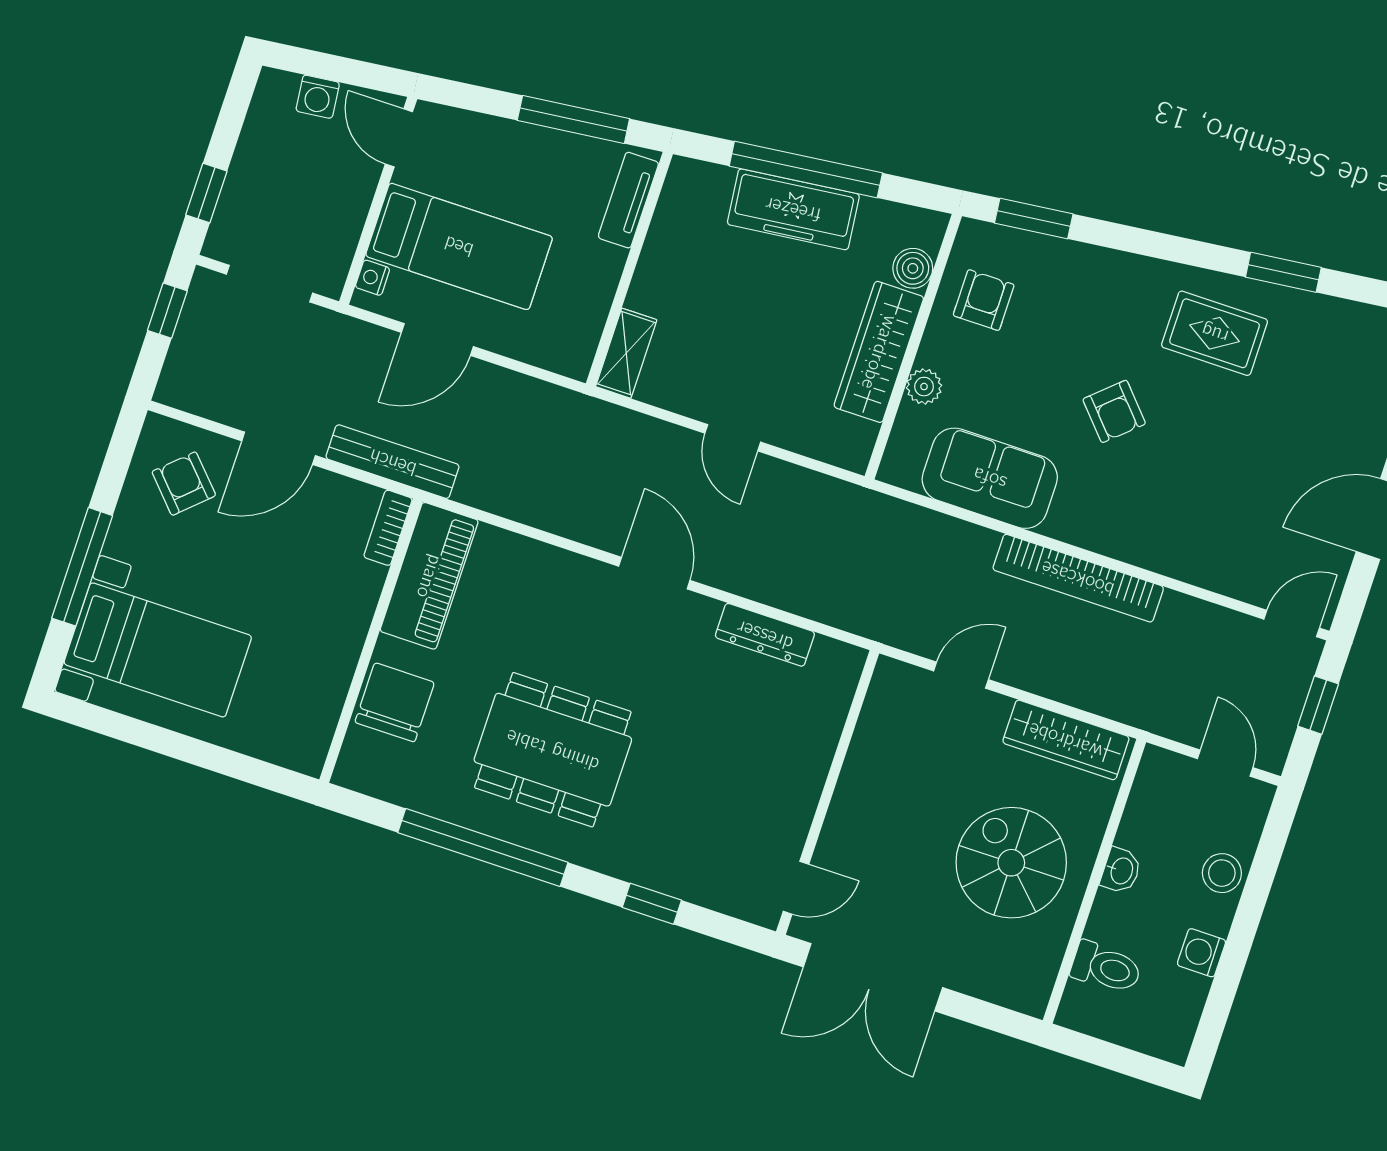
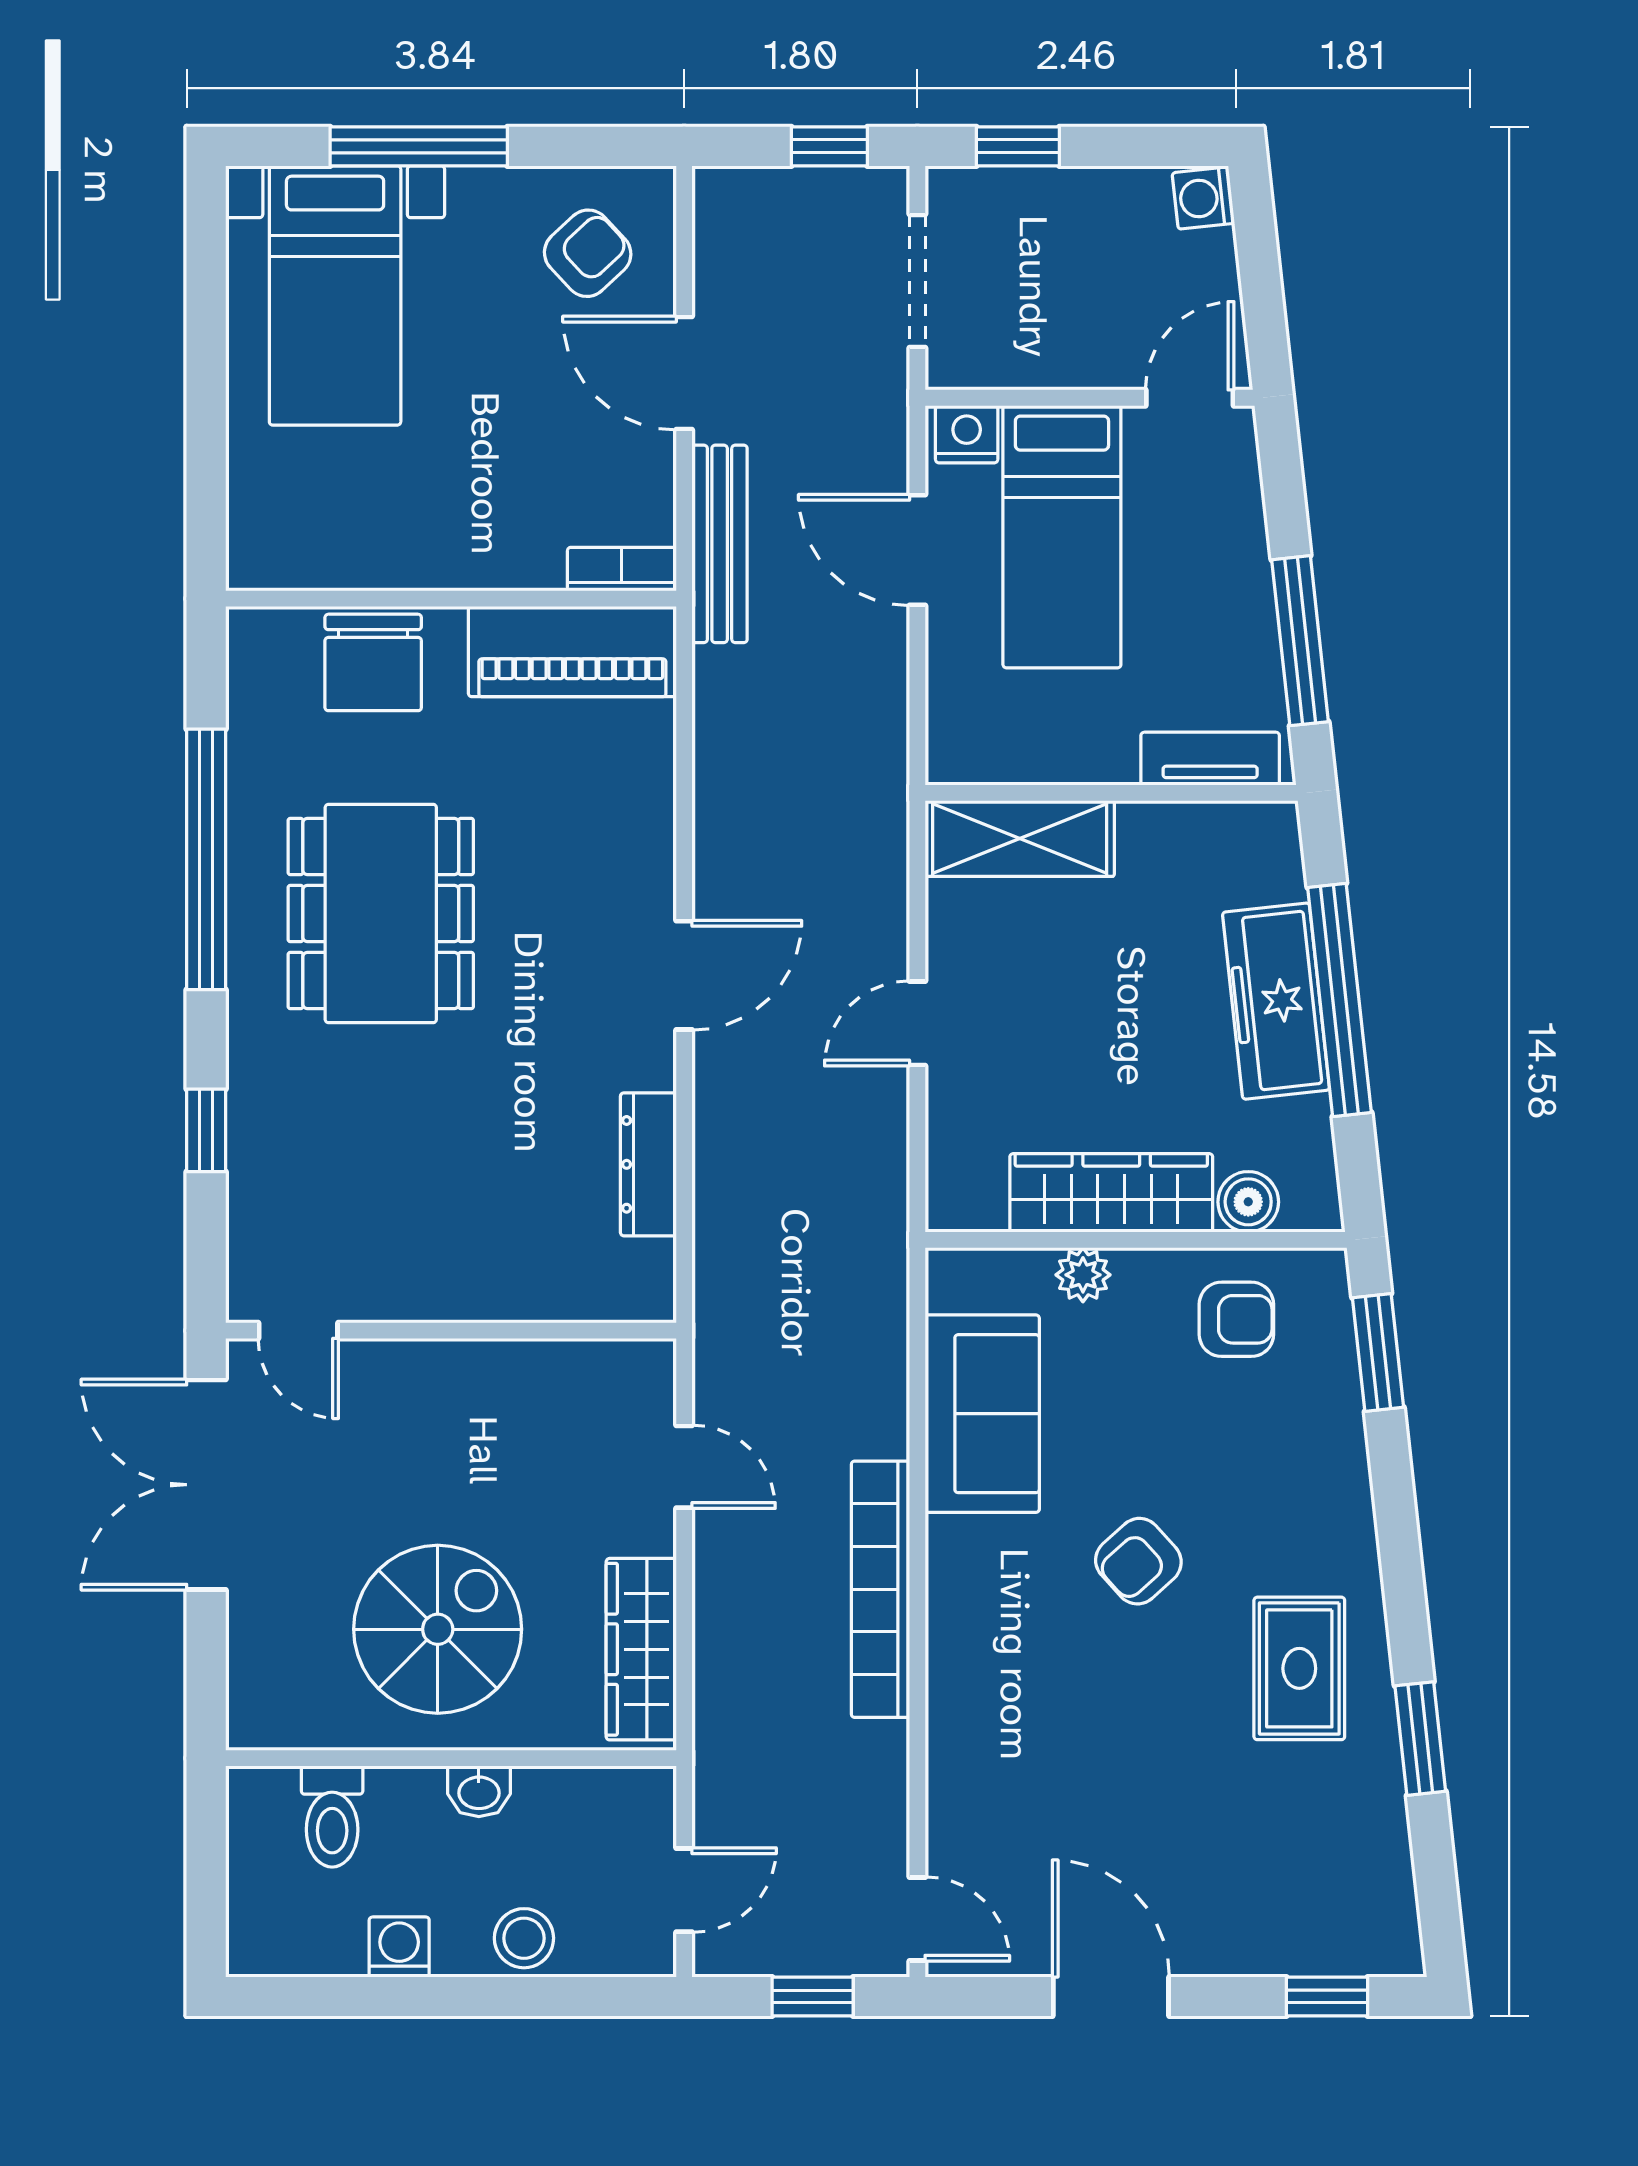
washing machine: (318, 97) -> (1203, 198), moved
nightstand: (373, 278) -> (967, 434), width x1.39, depth x1.35
shelving: (626, 353) -> (1020, 839), width x1.50, depth x1.33
chair: (395, 702) -> (373, 662), turned 90

